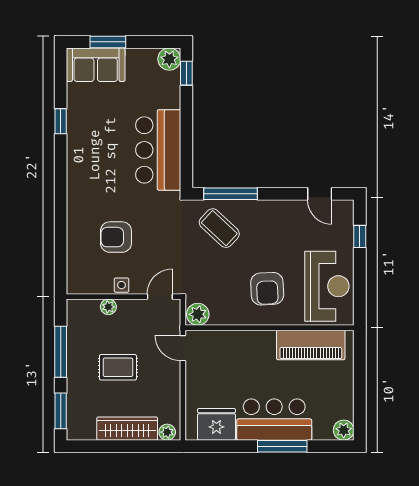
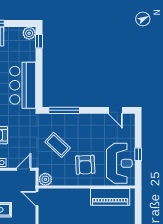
coffee table: (219, 228) -> (58, 145), moved
window: (360, 236) -> (138, 154), moved

